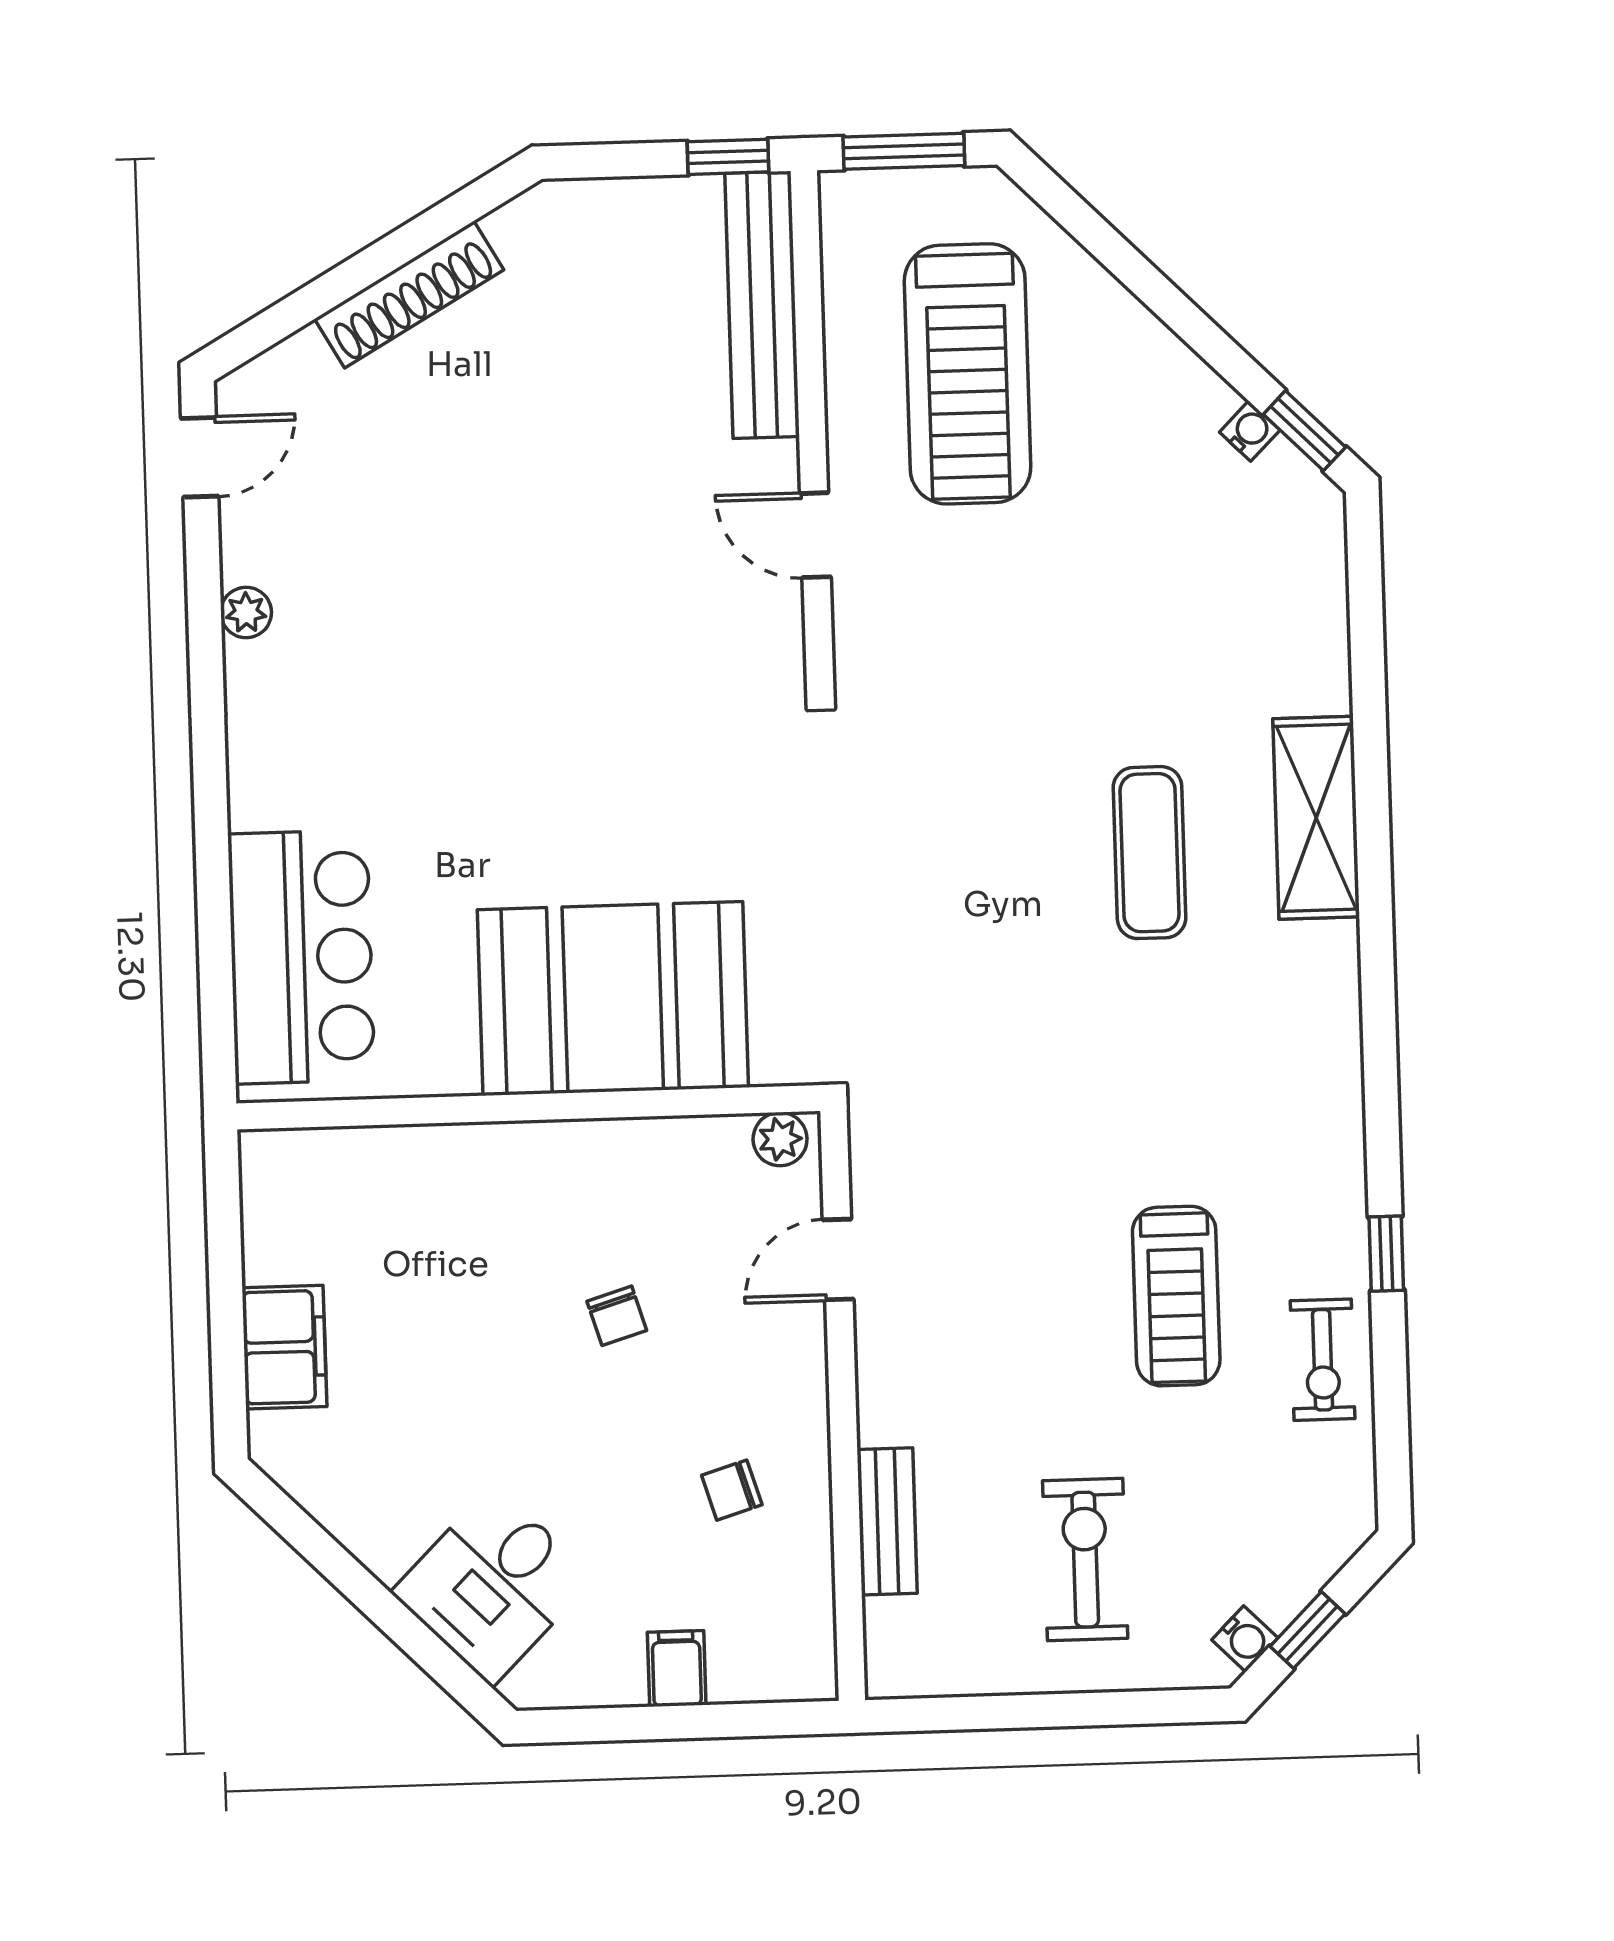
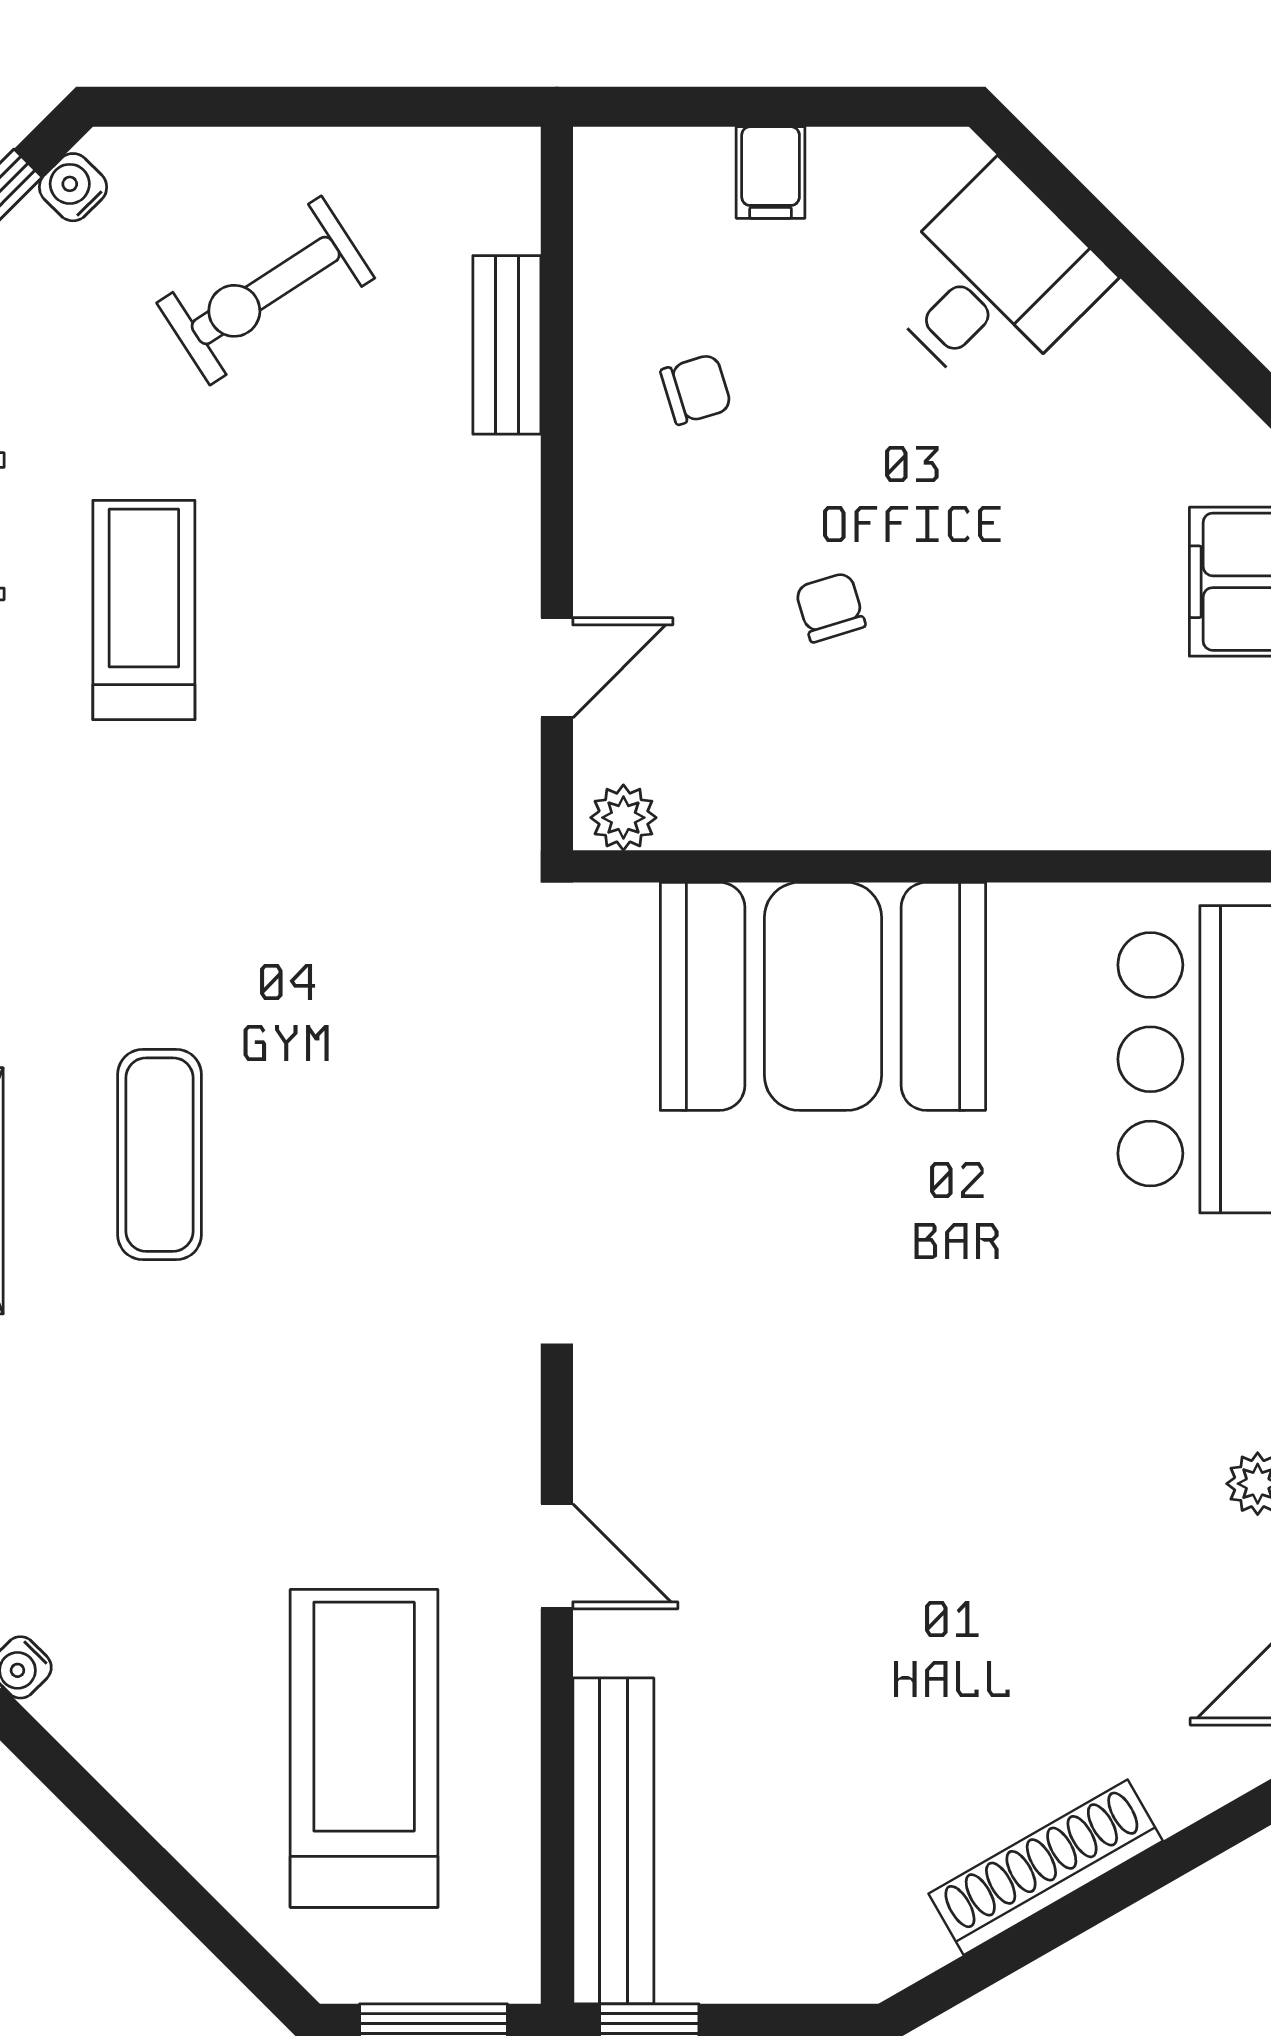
exercise bike: (1085, 1560) -> (266, 290), turned 57

